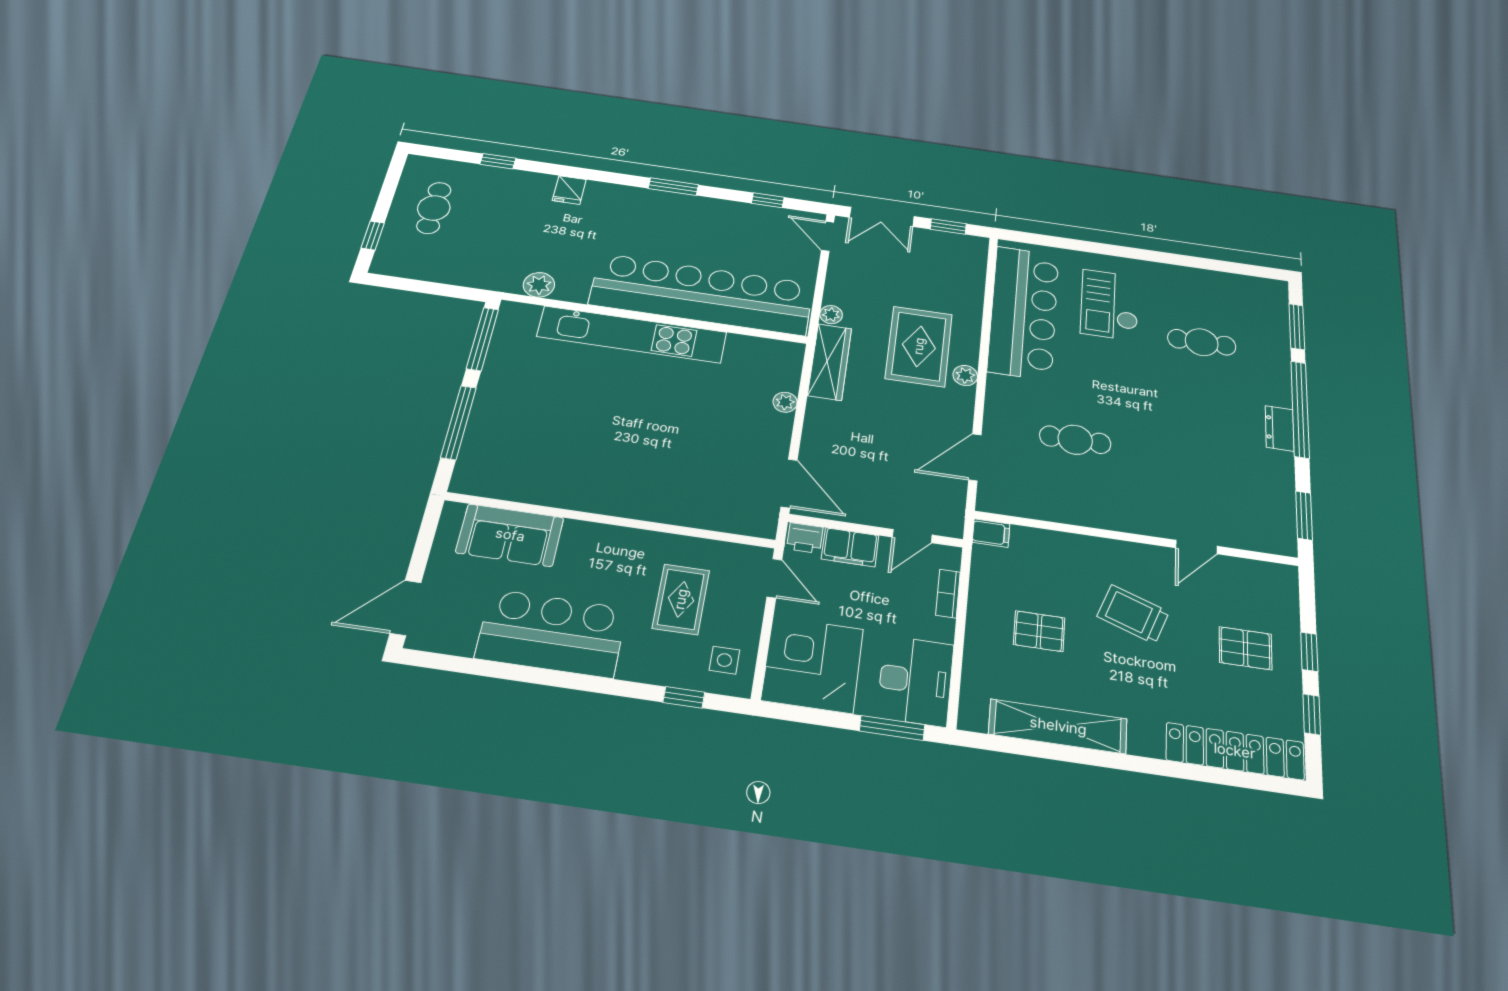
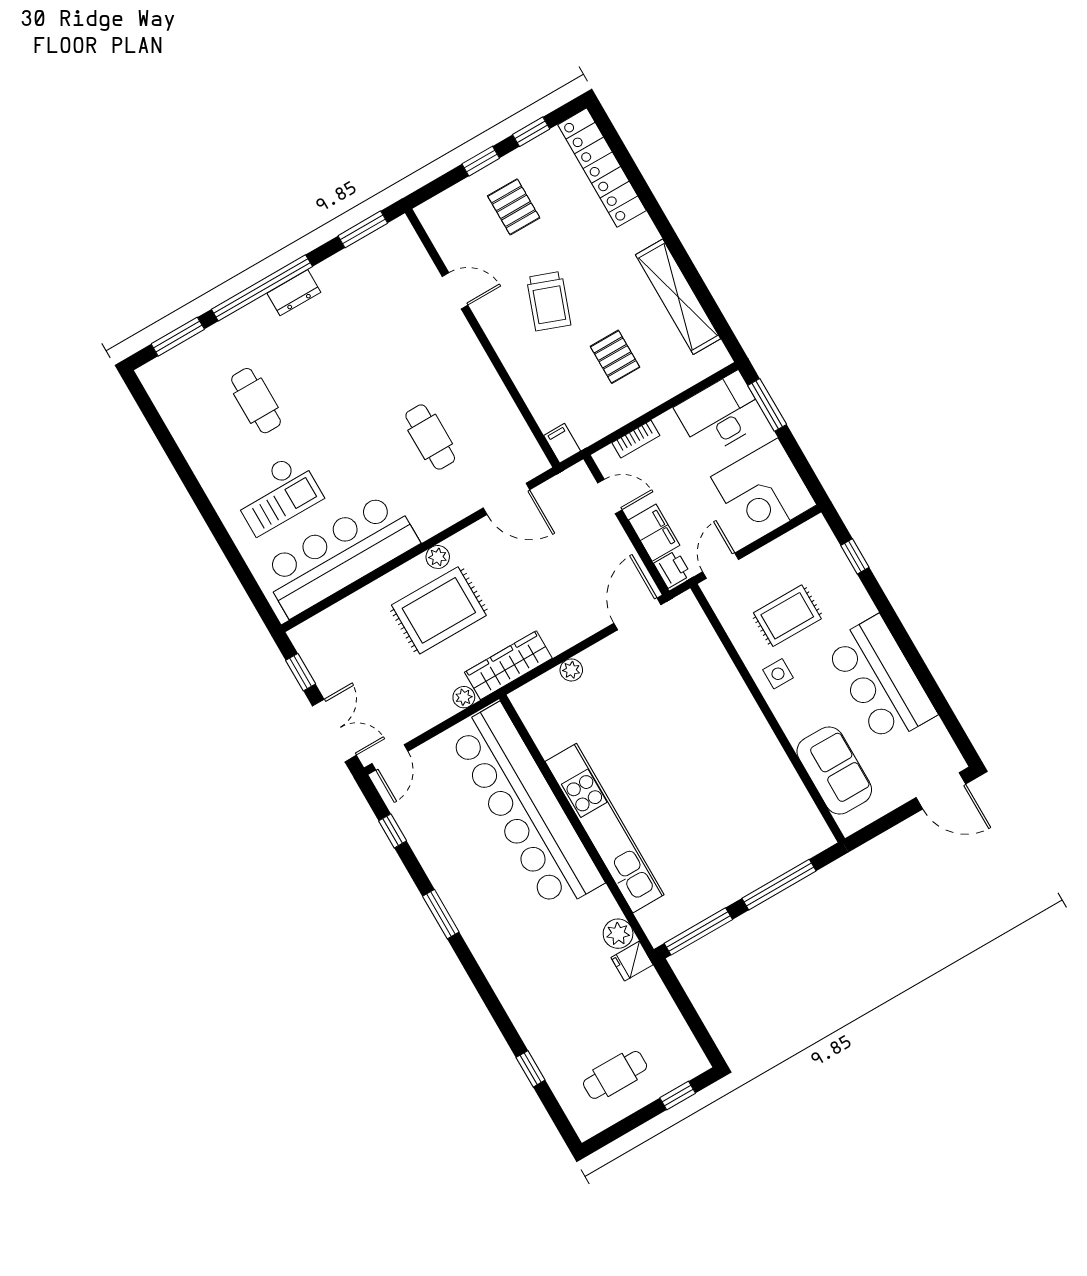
fridge: (569, 190) -> (632, 961), moved, turned 180
side table: (724, 660) -> (778, 674), moved

